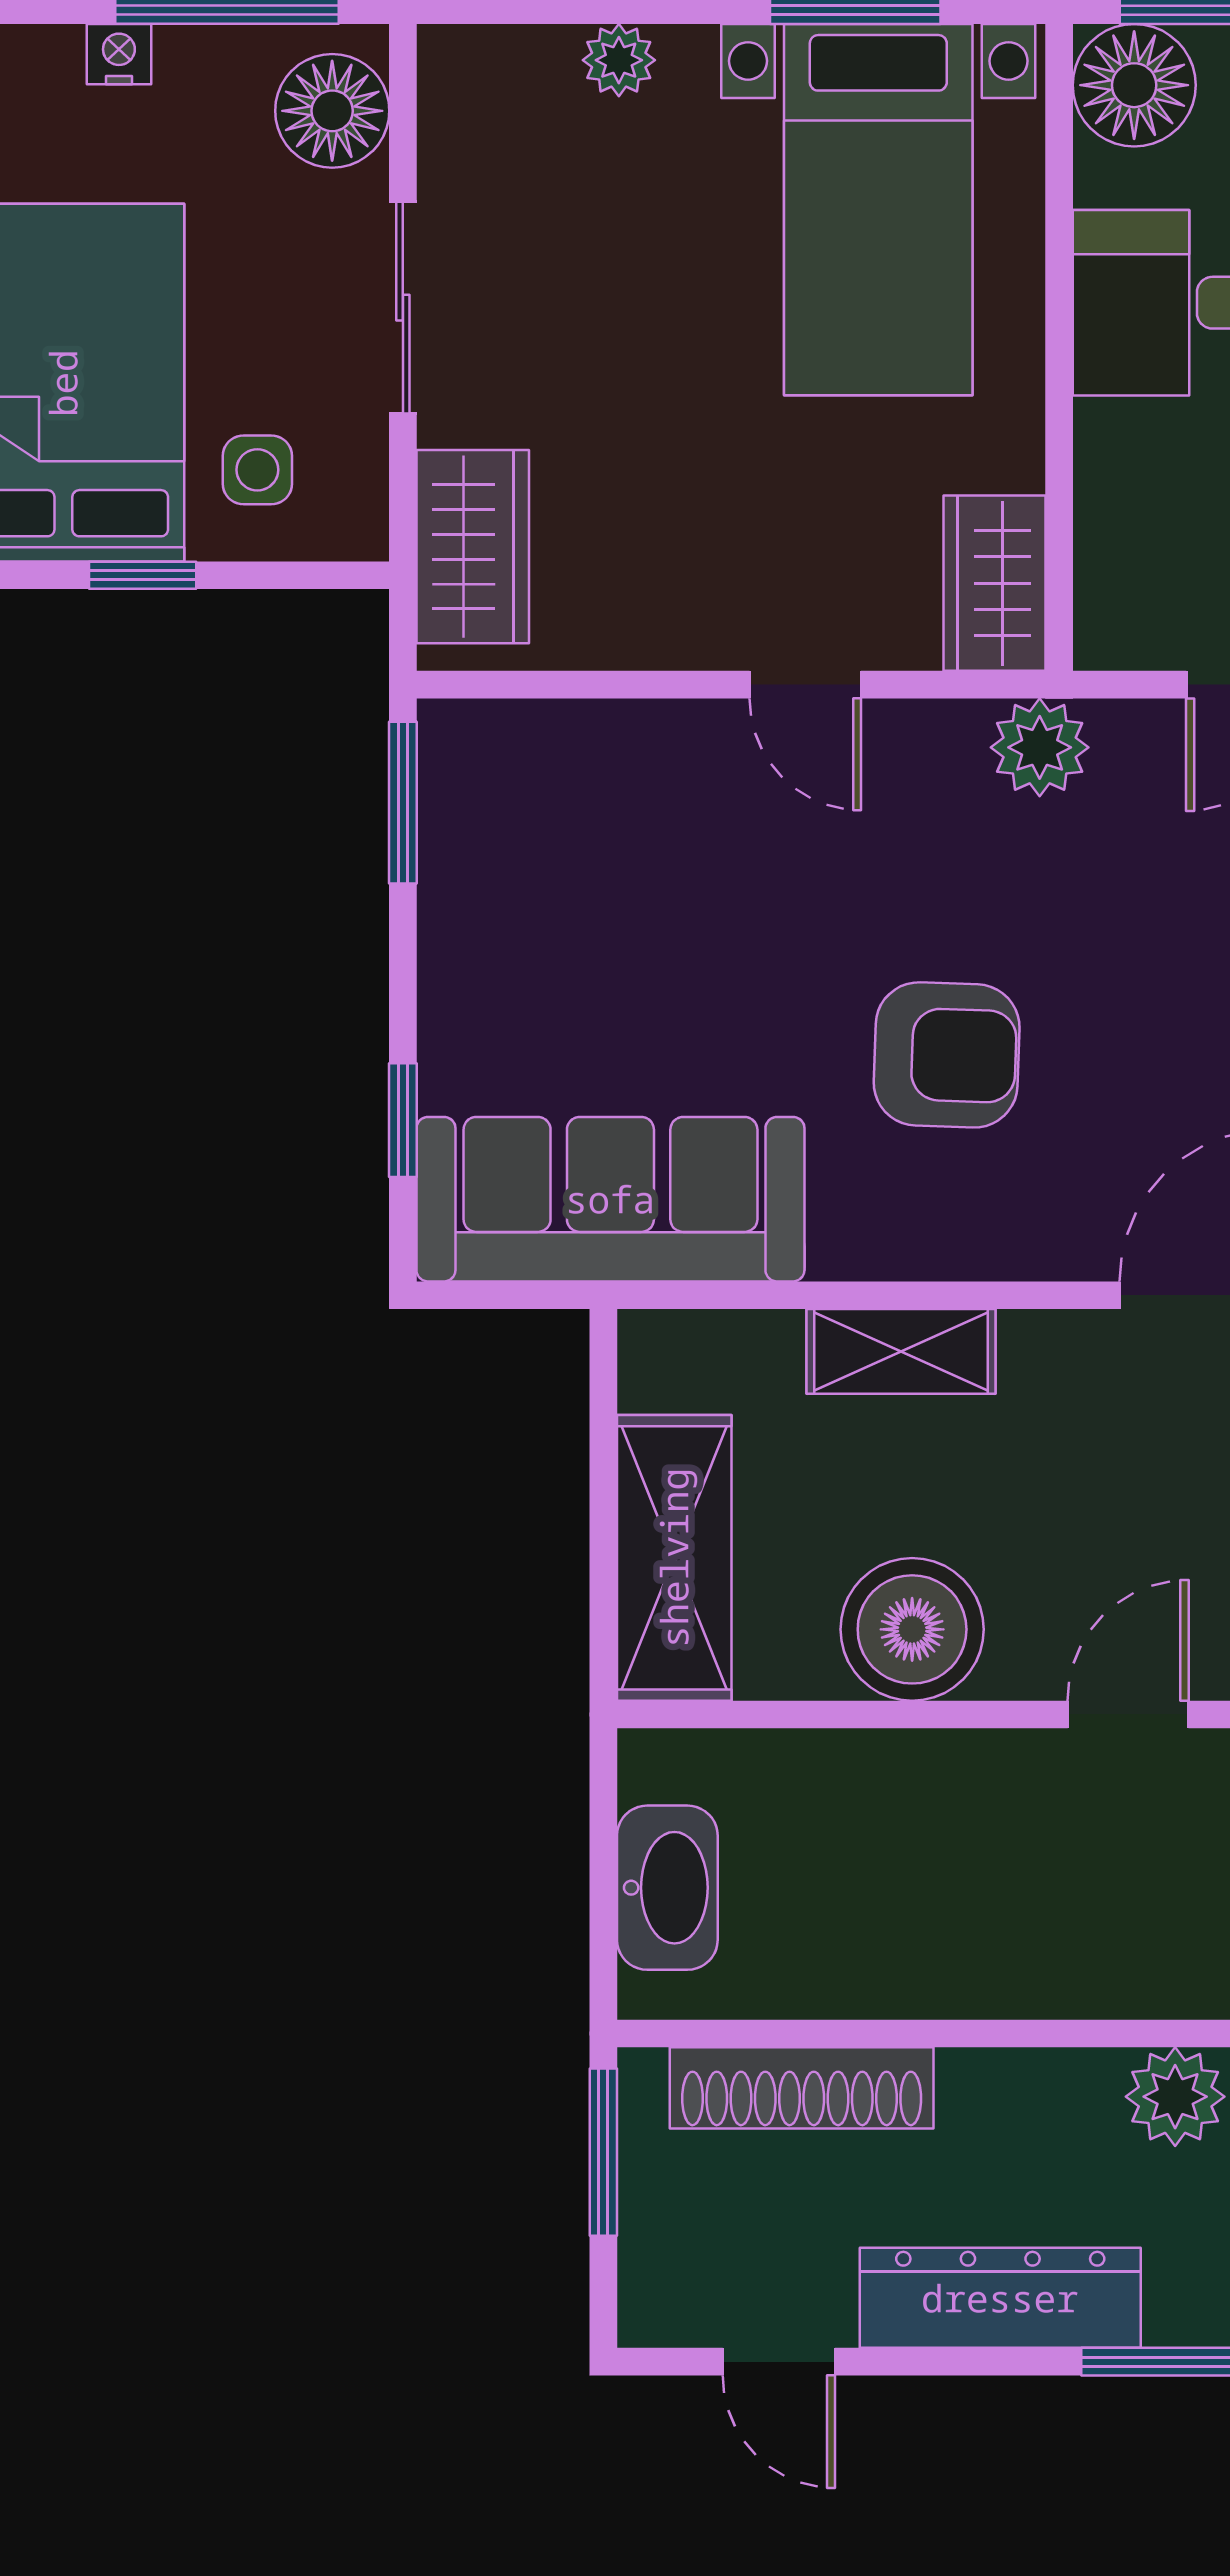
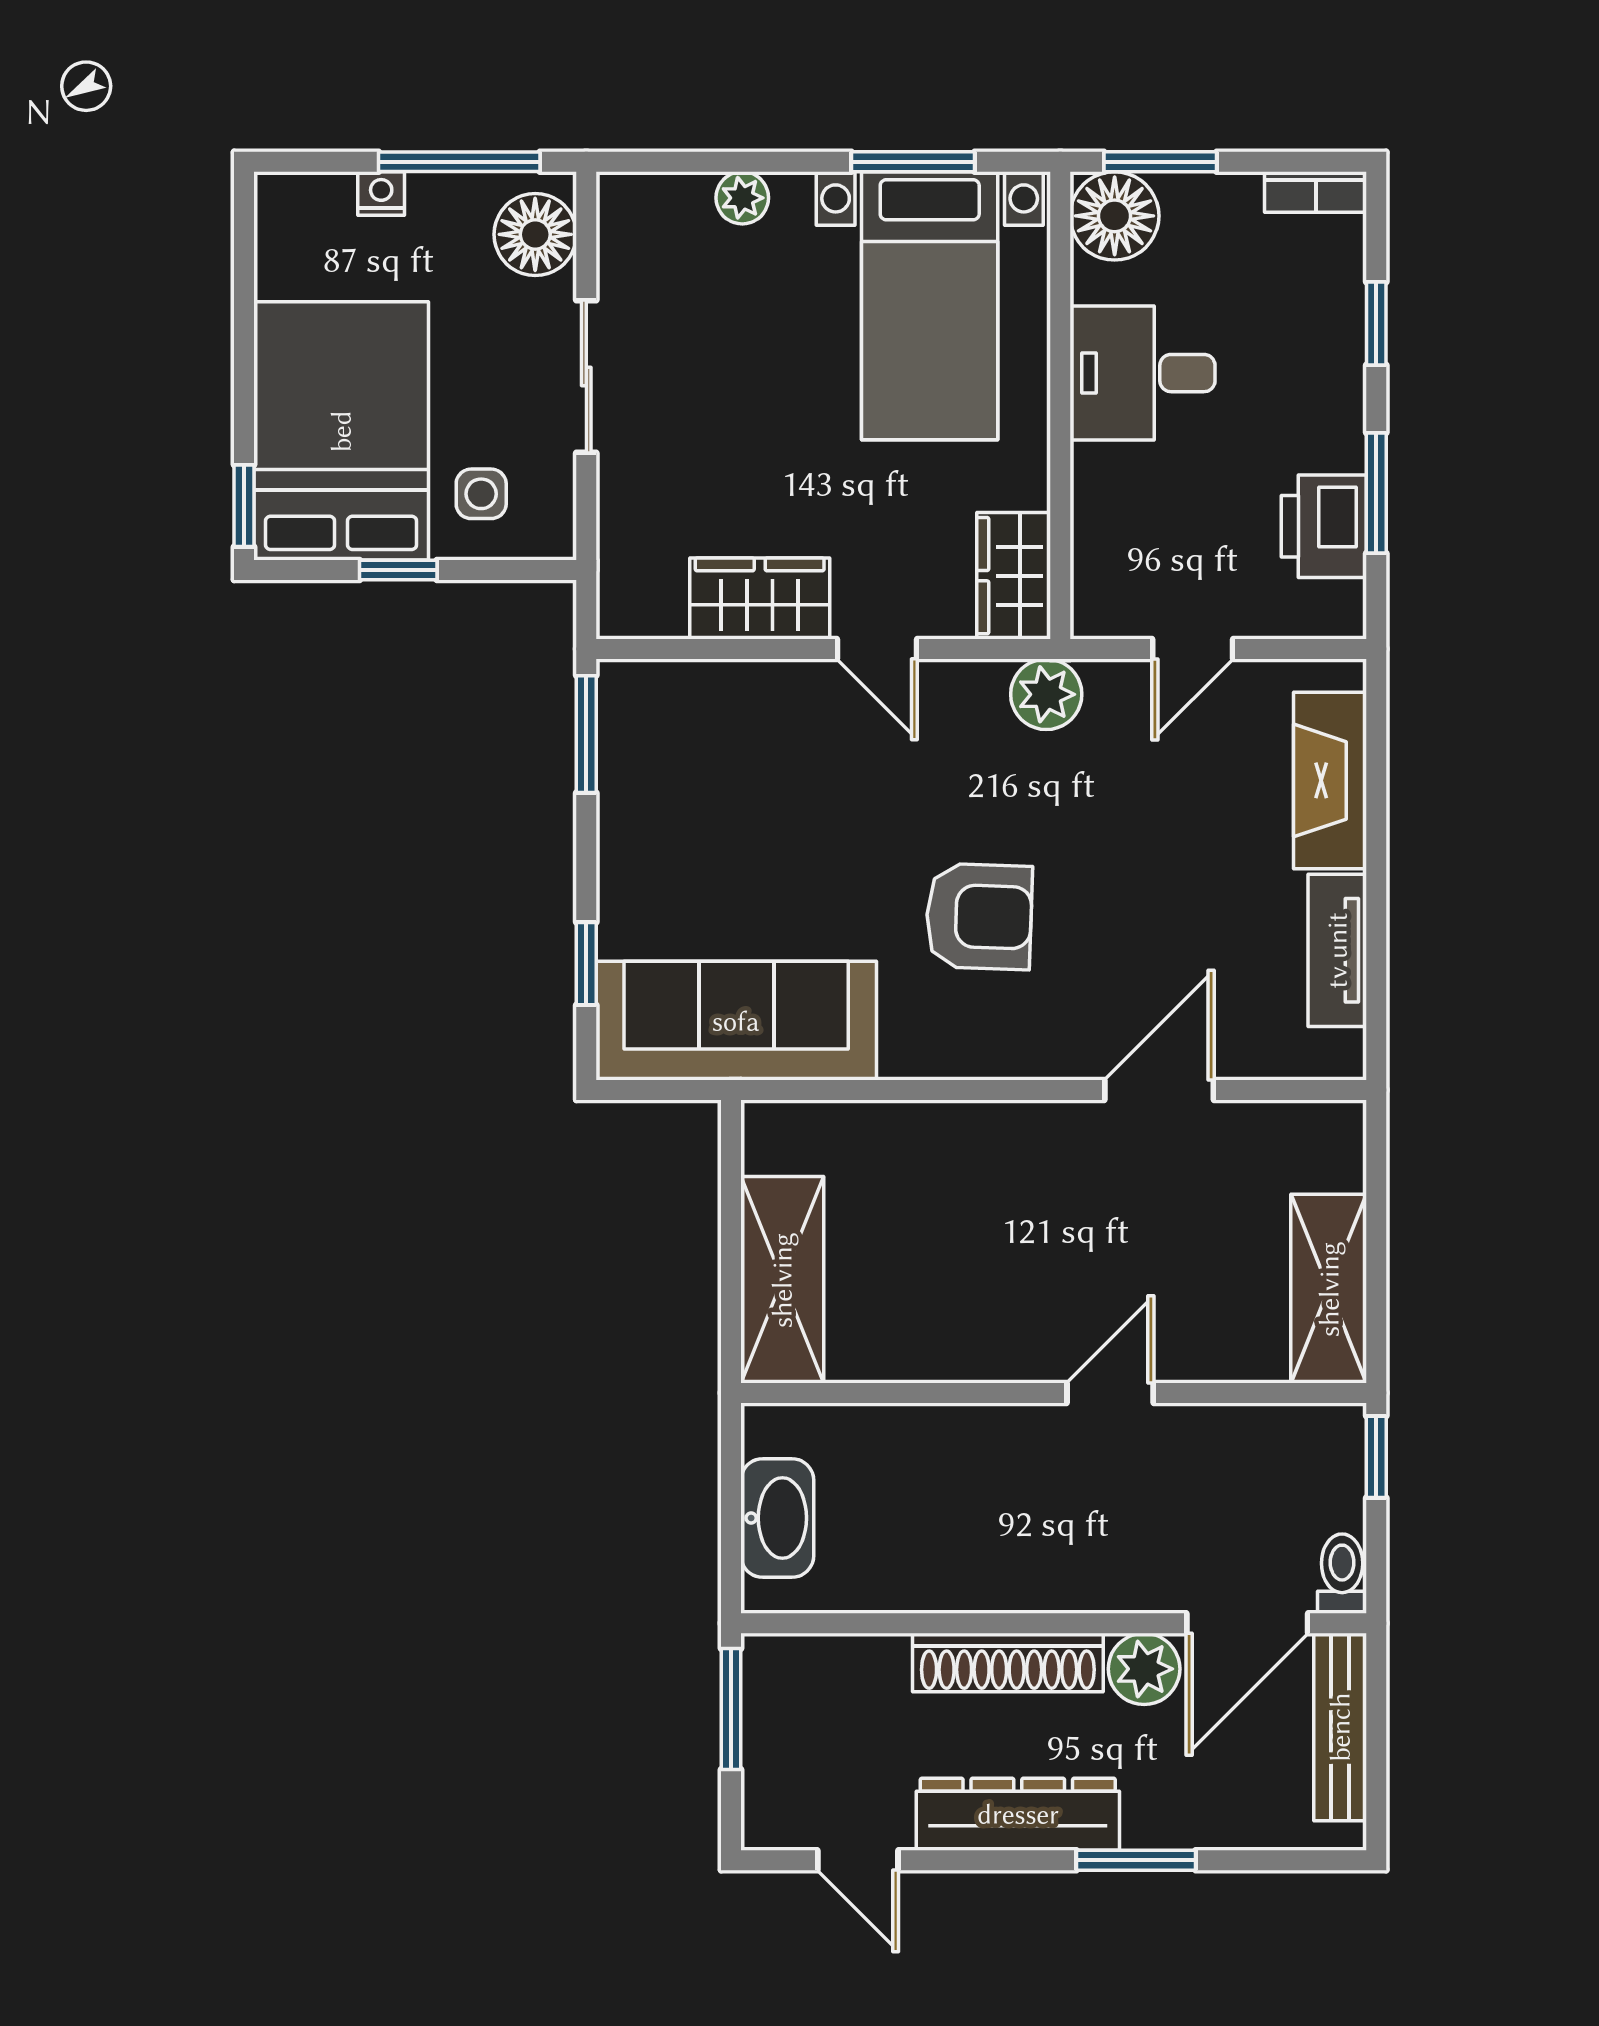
wardrobe: (473, 547) -> (760, 599), moved, turned -90
shelving: (901, 1351) -> (946, 1131), removed
boiler: (912, 1629) -> (954, 1331), removed
shoe rack: (802, 2088) -> (1008, 1663), moved

